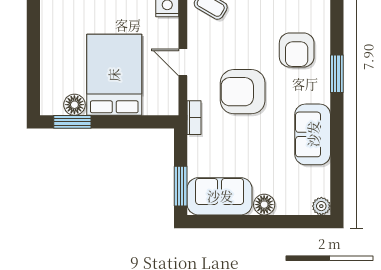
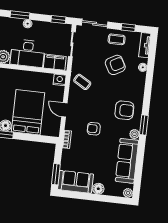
armchair: (297, 50) -> (124, 110), turned -90
armchair: (243, 92) -> (94, 129), width x0.53, depth x0.53
plant: (321, 93) -> (134, 134), added
sofa: (313, 134) -> (127, 161), width x1.36

